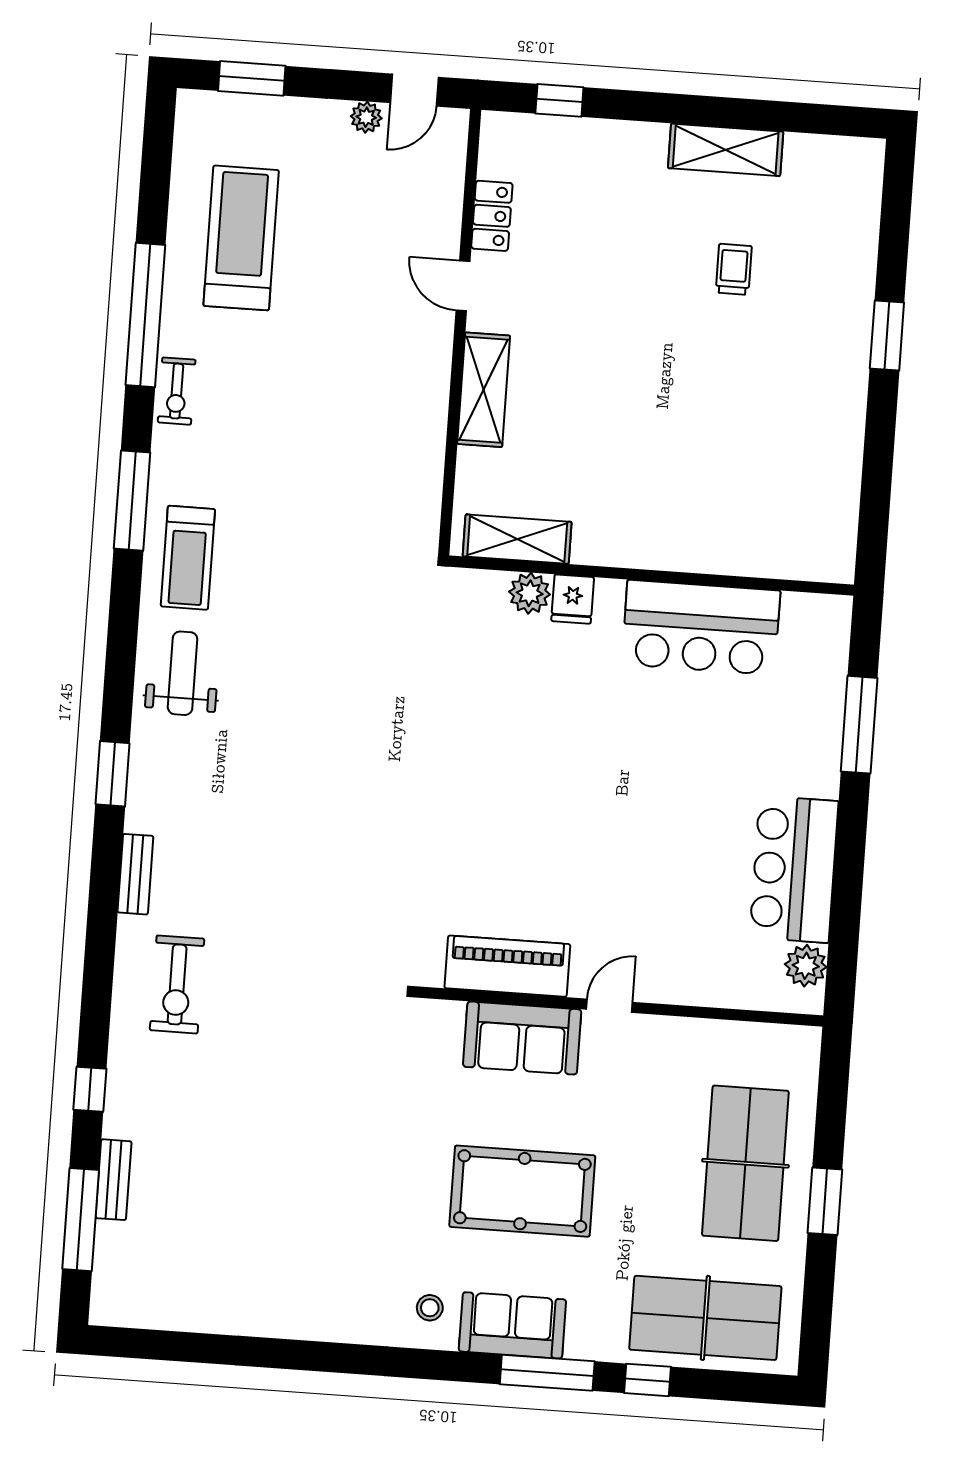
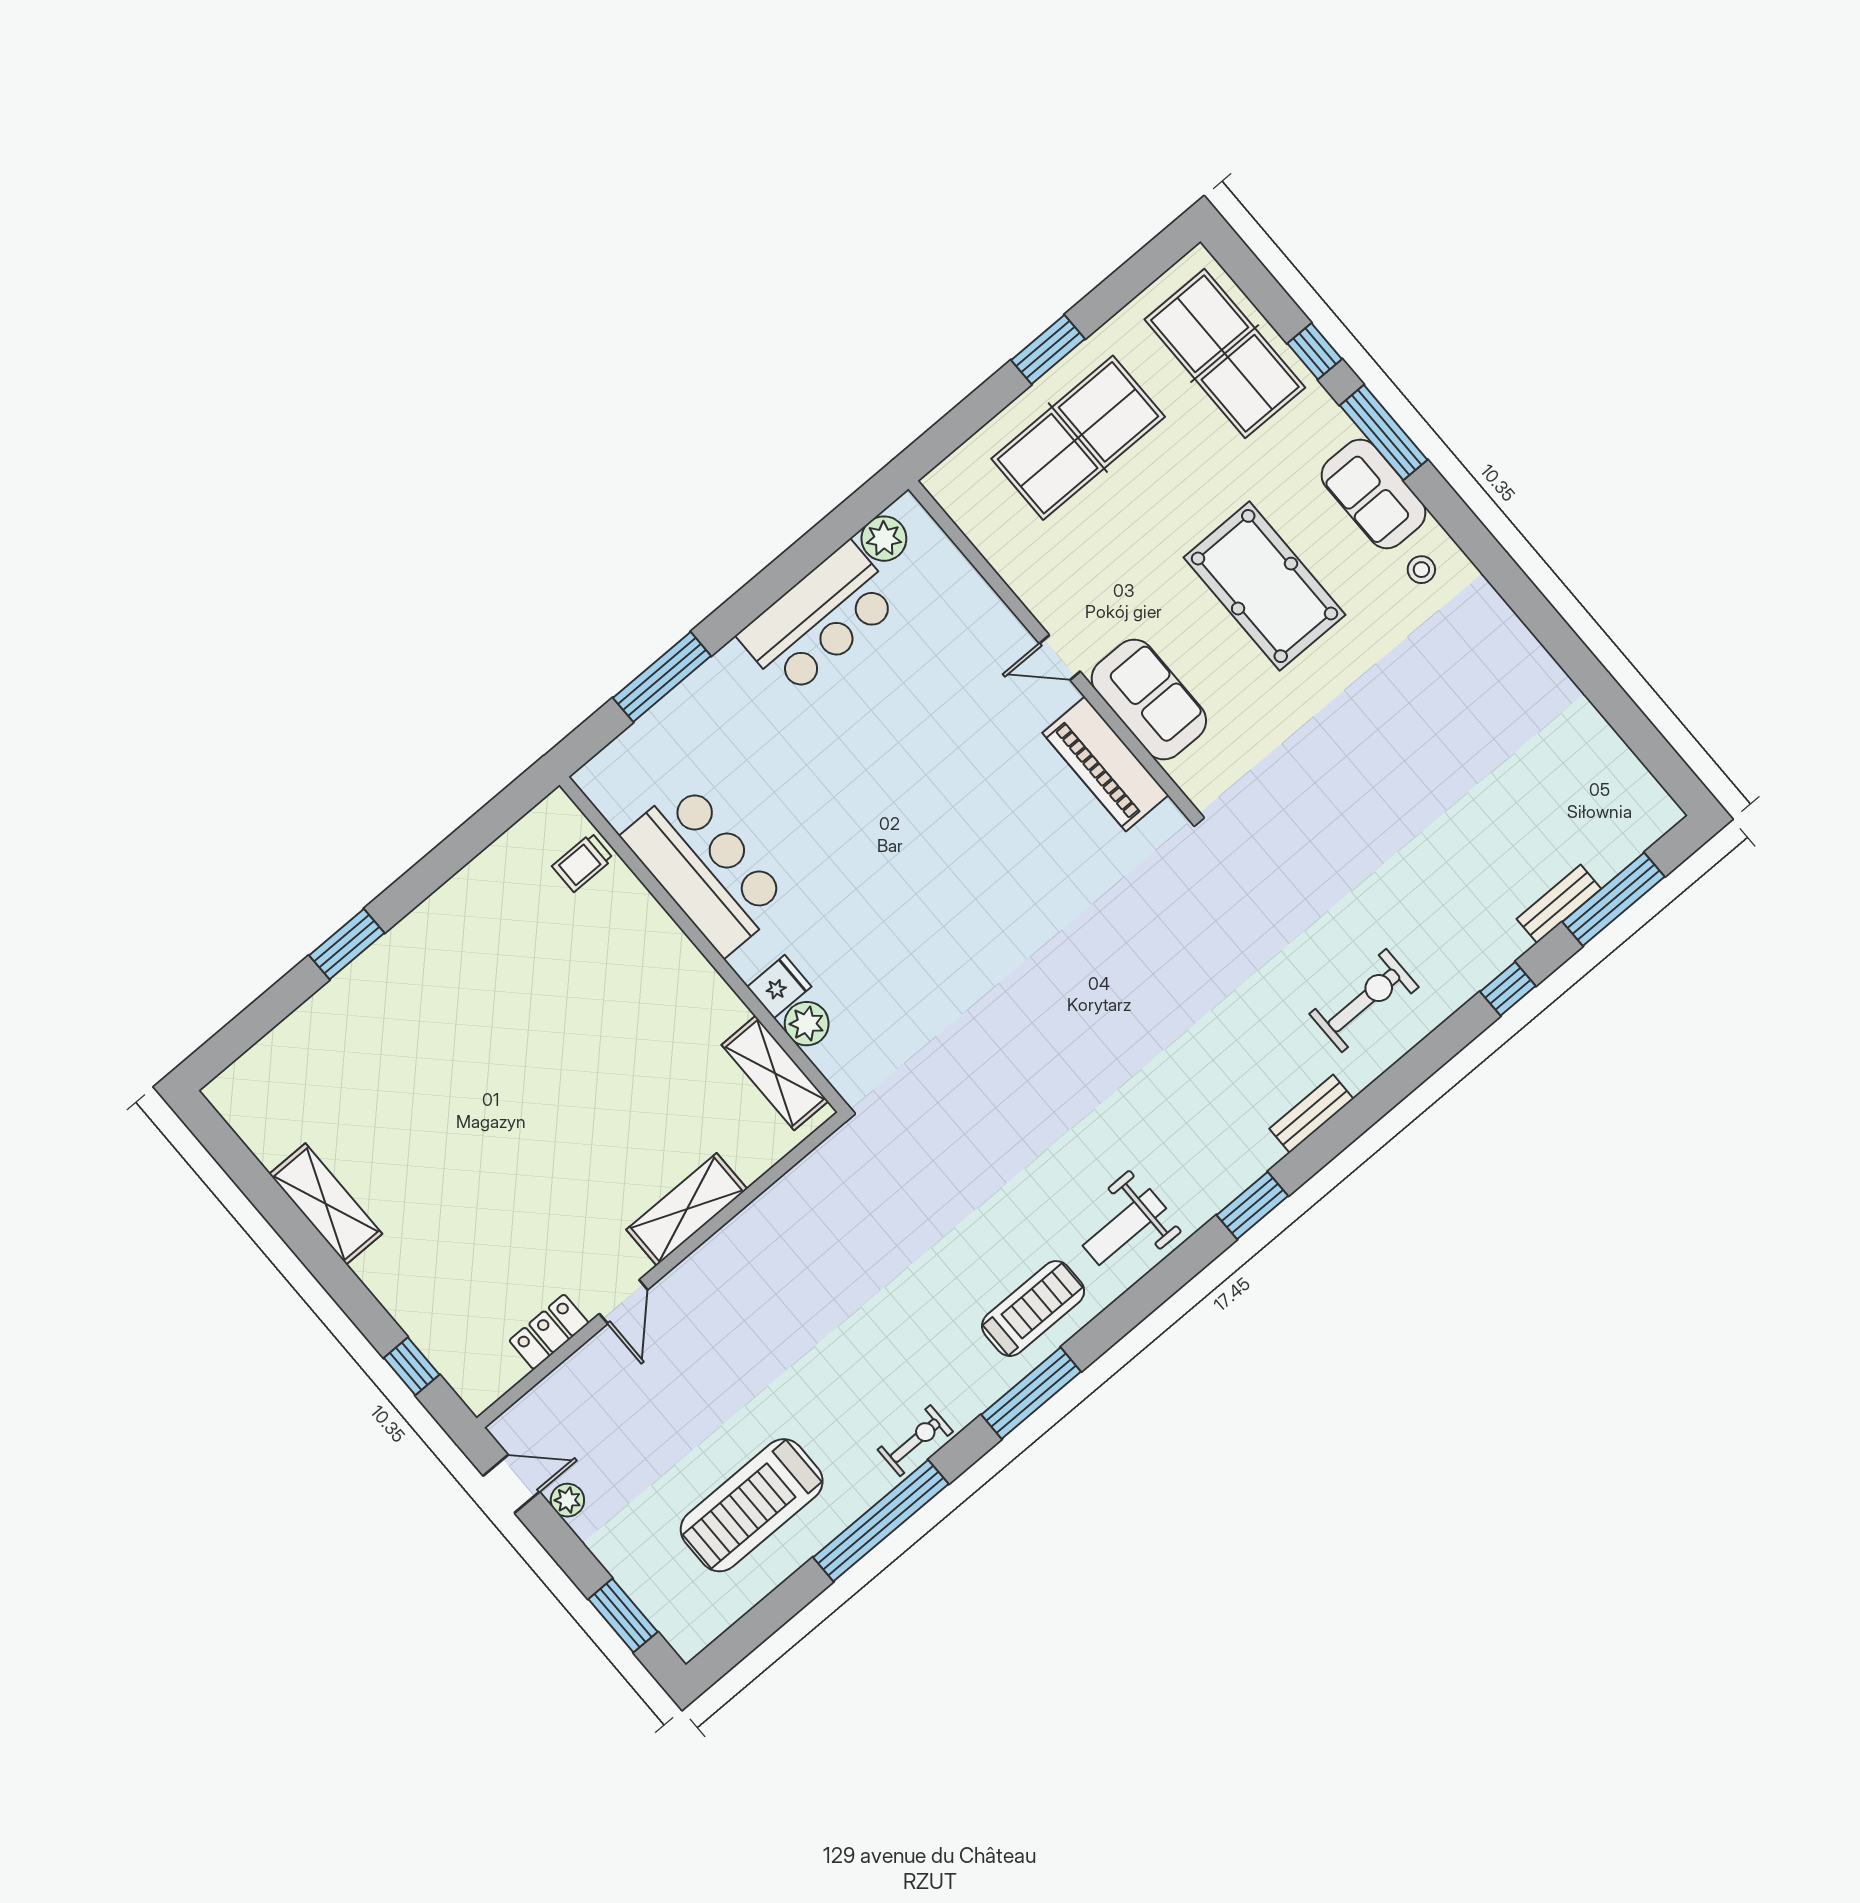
trolley: (734, 269) -> (583, 862), moved

